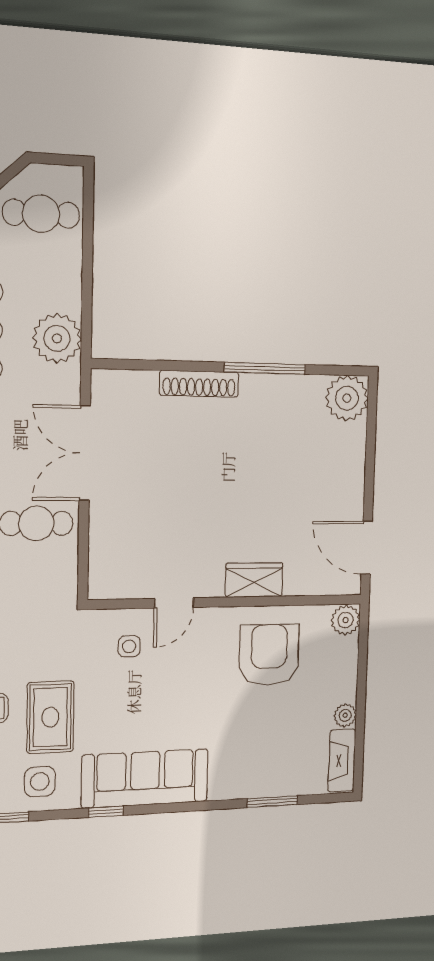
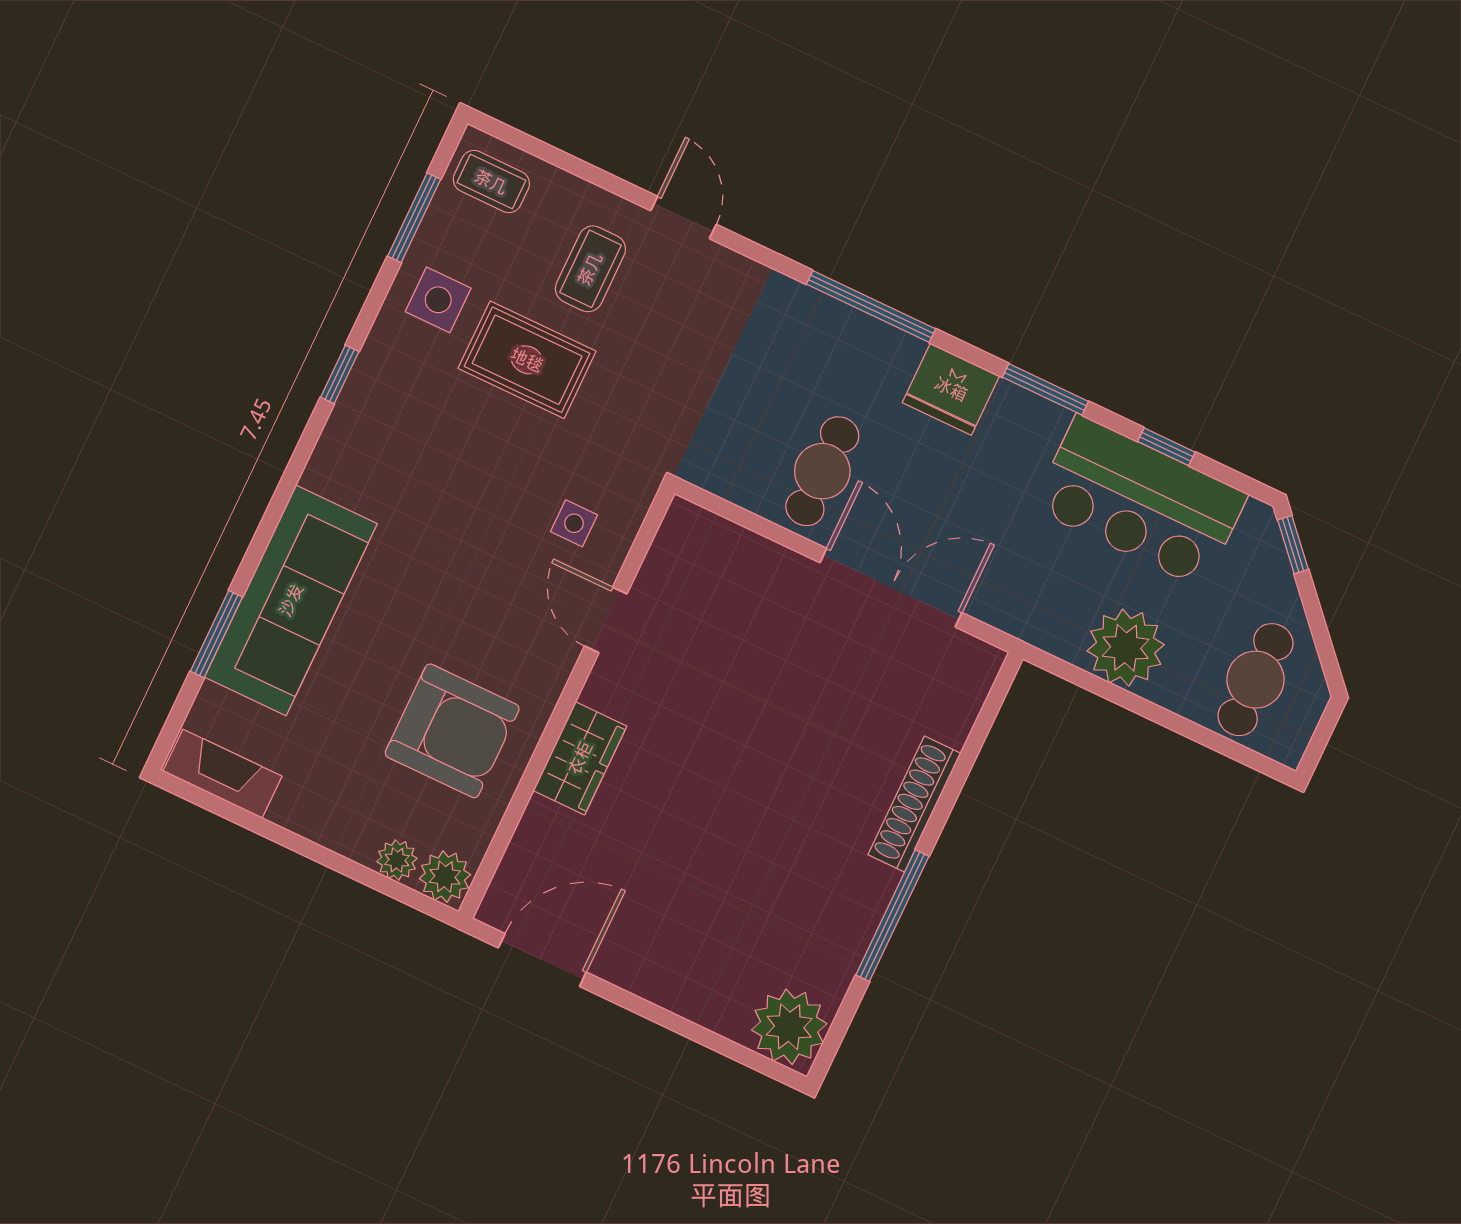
plant: (57, 338) -> (1126, 648), moved
plant: (345, 715) -> (397, 860), moved
sofa: (145, 778) -> (291, 600), moved

